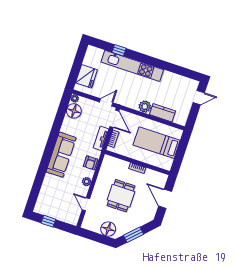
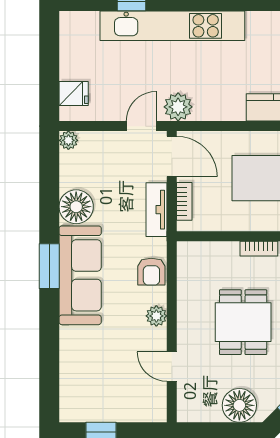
fridge: (86, 76) -> (74, 94), width x0.53, depth x0.75
plant: (145, 107) -> (178, 107), moved
floor lamp: (74, 111) -> (76, 207), moved
window: (50, 147) -> (49, 266), added

